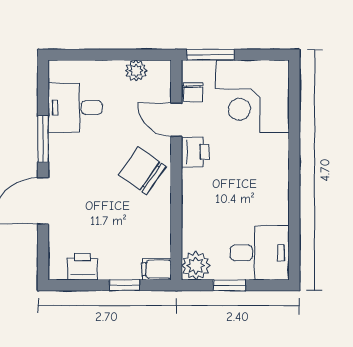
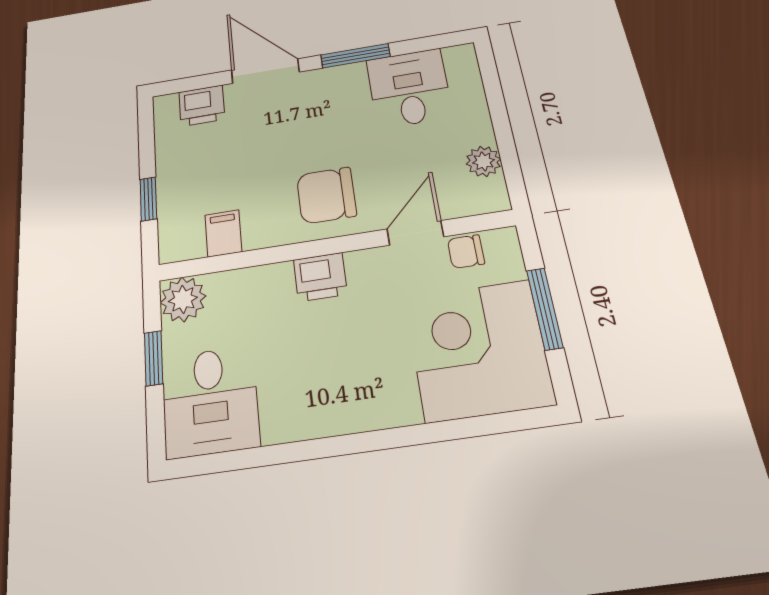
window: (211, 55) -> (545, 309), moved
printer: (195, 152) -> (320, 277), moved
chair: (142, 171) -> (326, 195), turned -125
printer: (82, 266) -> (202, 106), moved, turned 90
filing cabinet: (157, 269) -> (223, 233), moved

